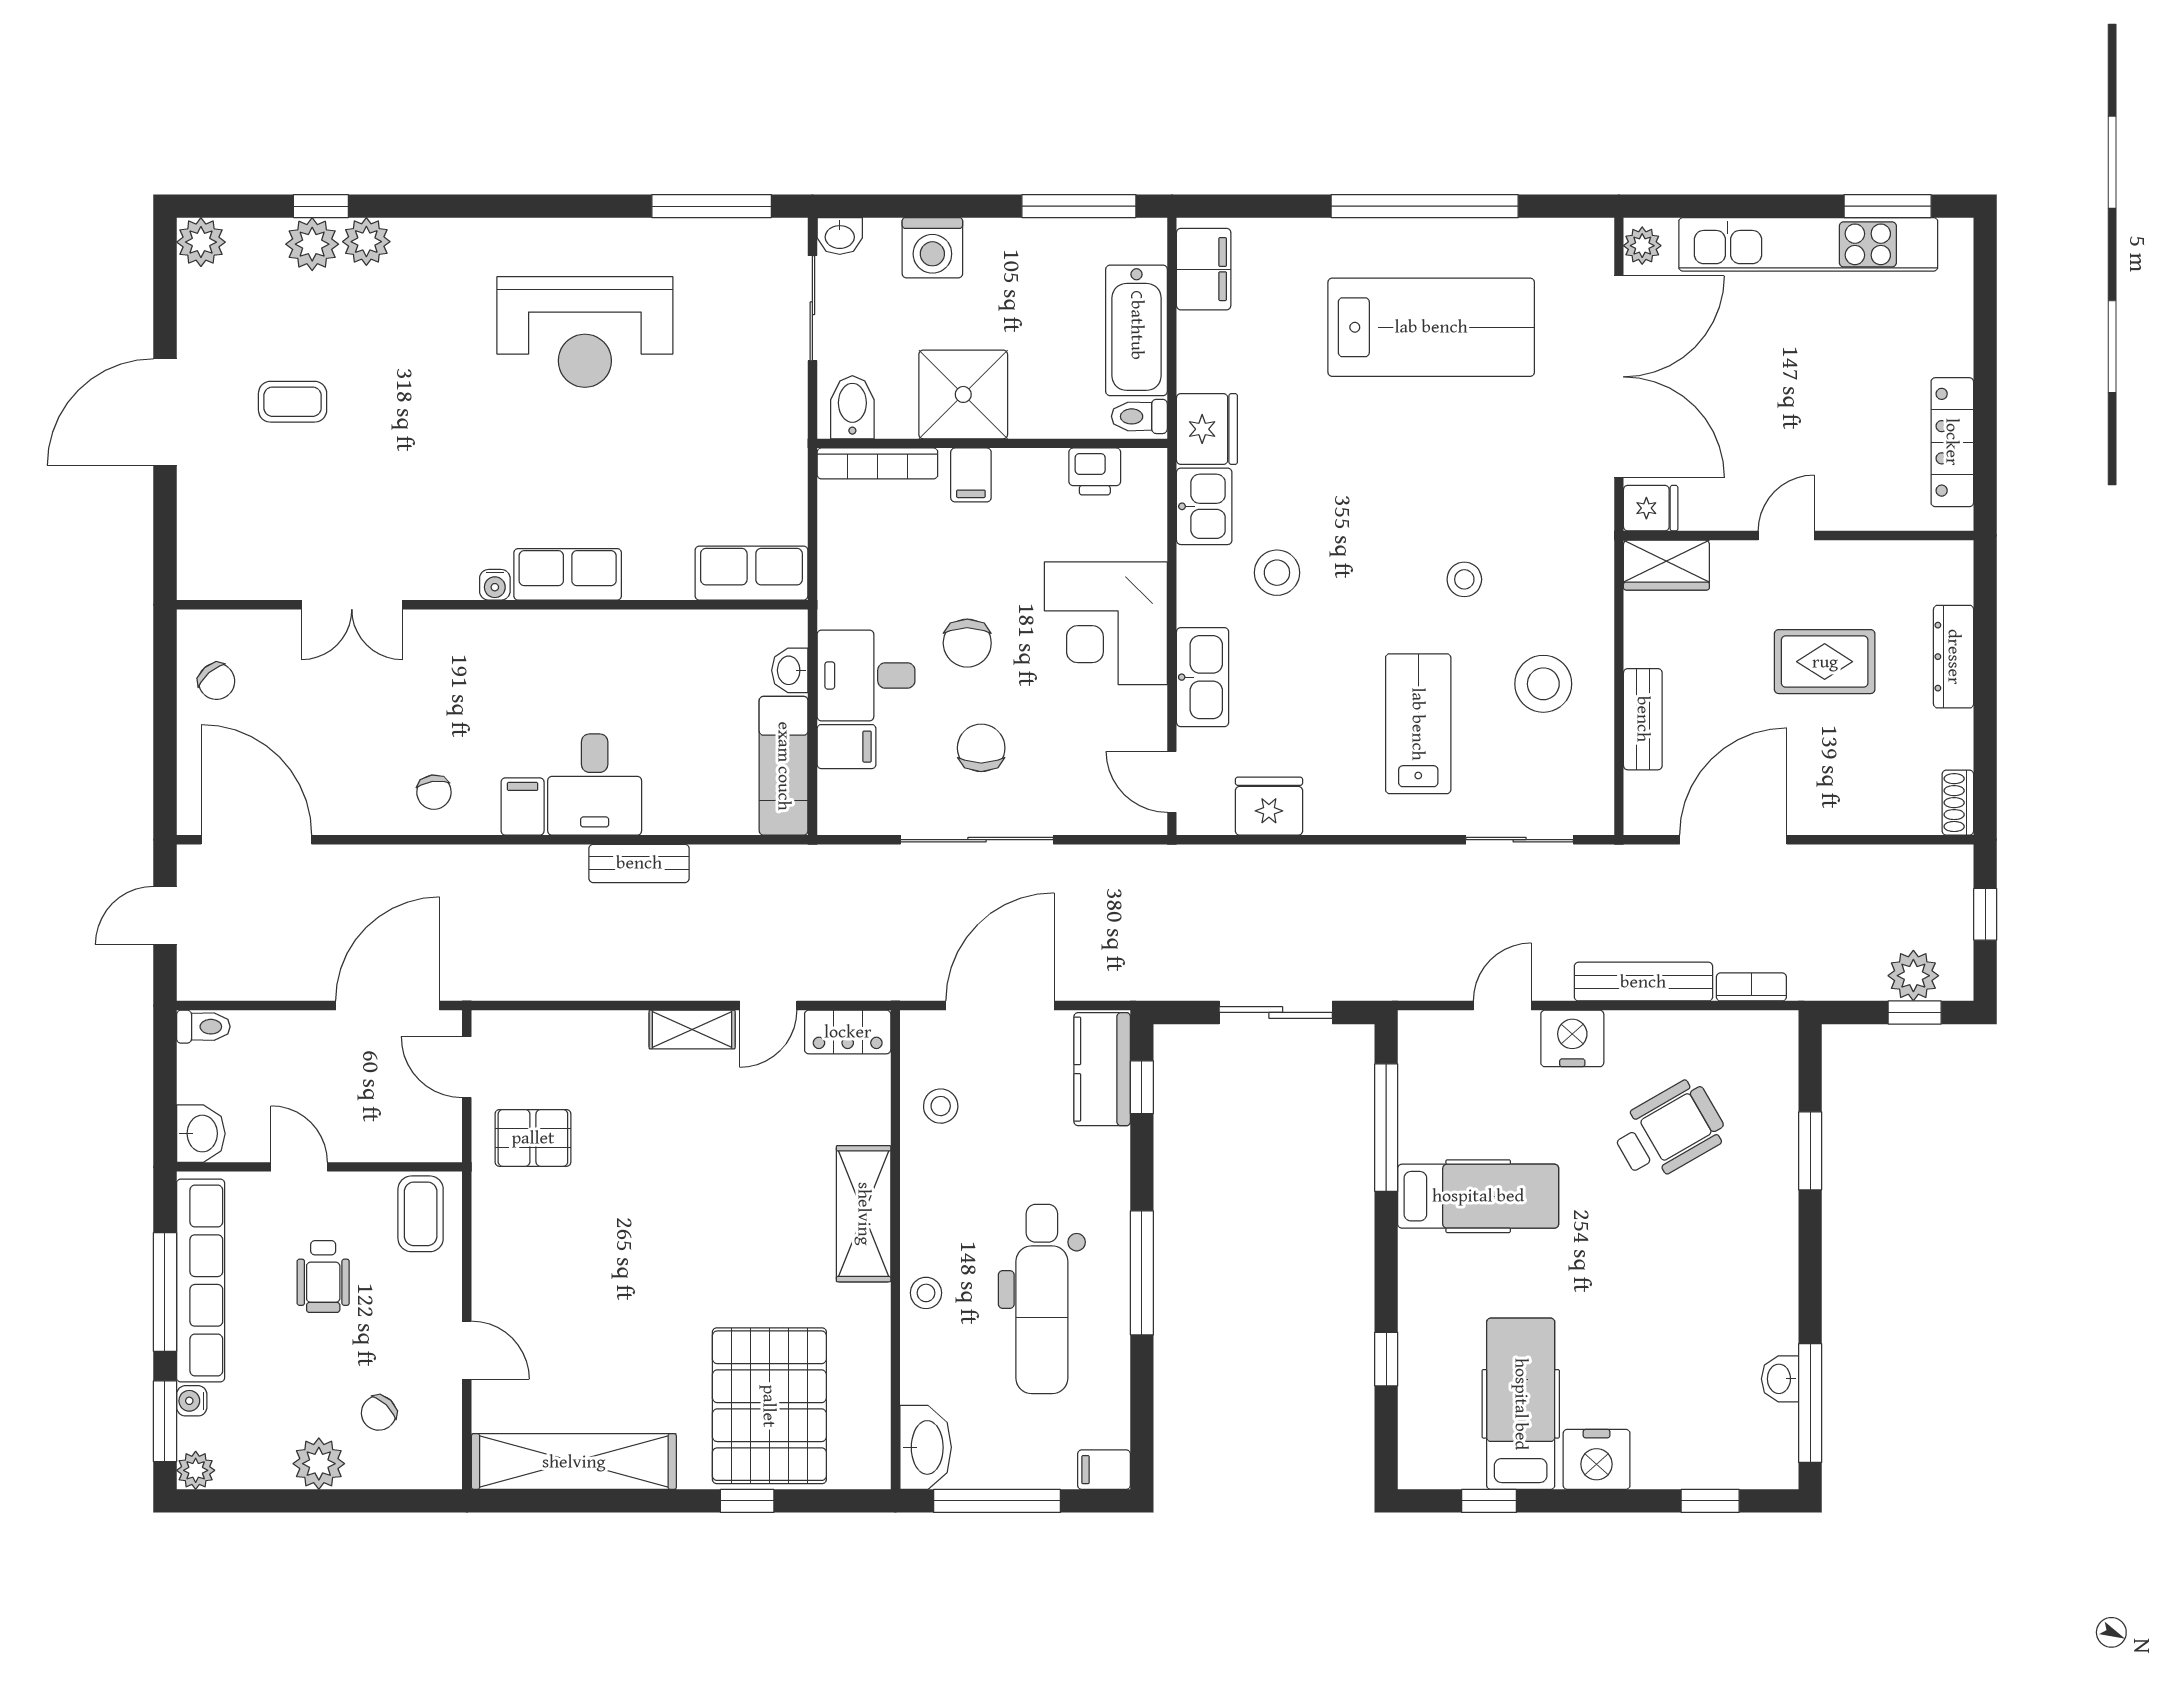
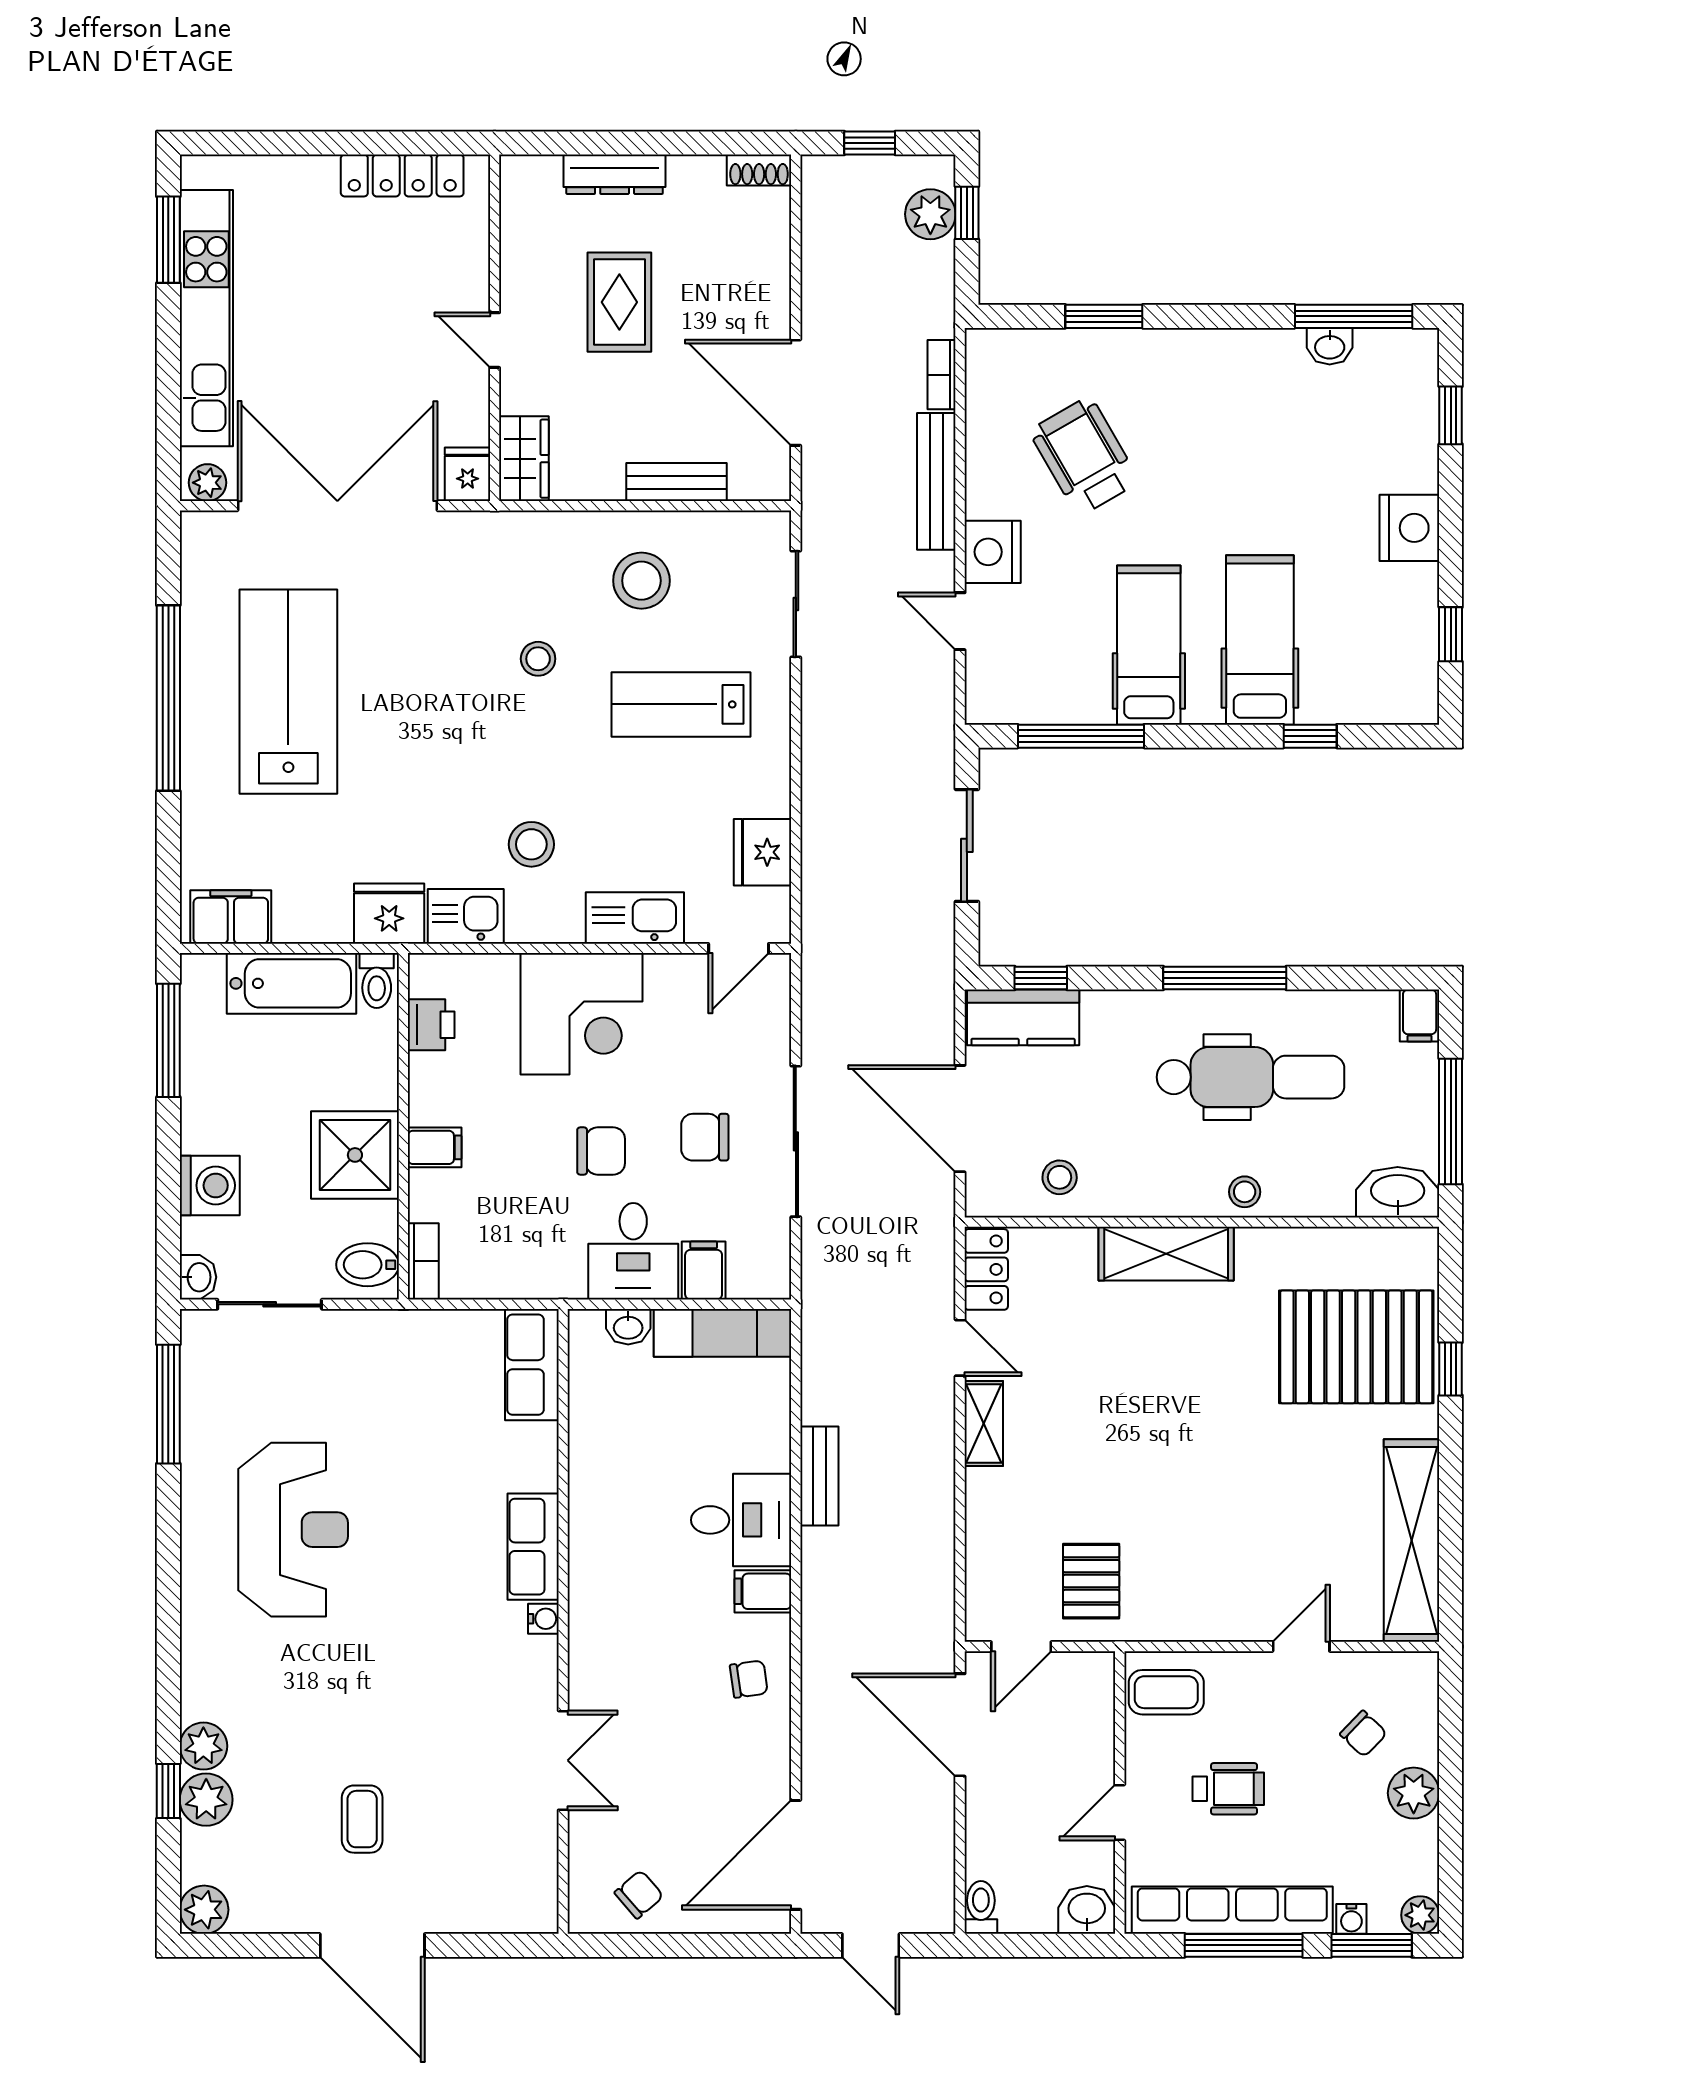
bookcase: (877, 463) -> (423, 1261), width x0.64
hospital bed: (1521, 1404) -> (1260, 640), moved, turned 90

